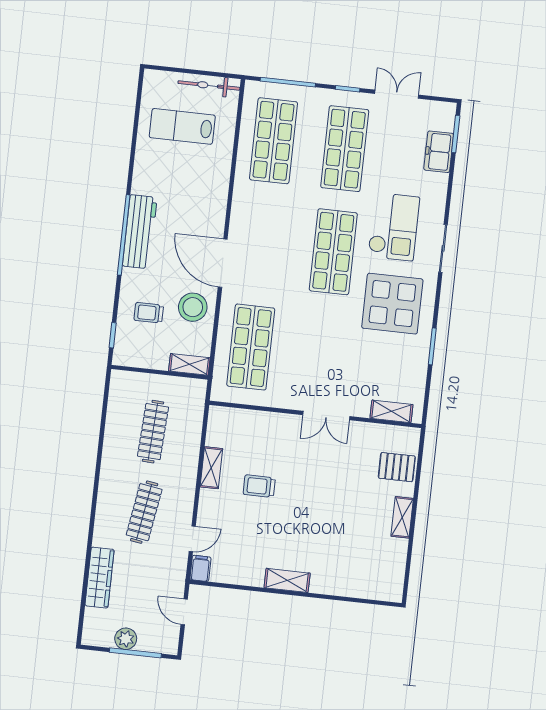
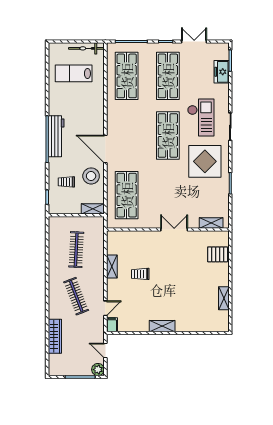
double door: (326, 416) -> (174, 229), swing flipped
clothes rail: (144, 512) -> (76, 296), turned -30
shelving: (402, 517) -> (224, 298), moved
plant: (126, 639) -> (98, 370), moved

